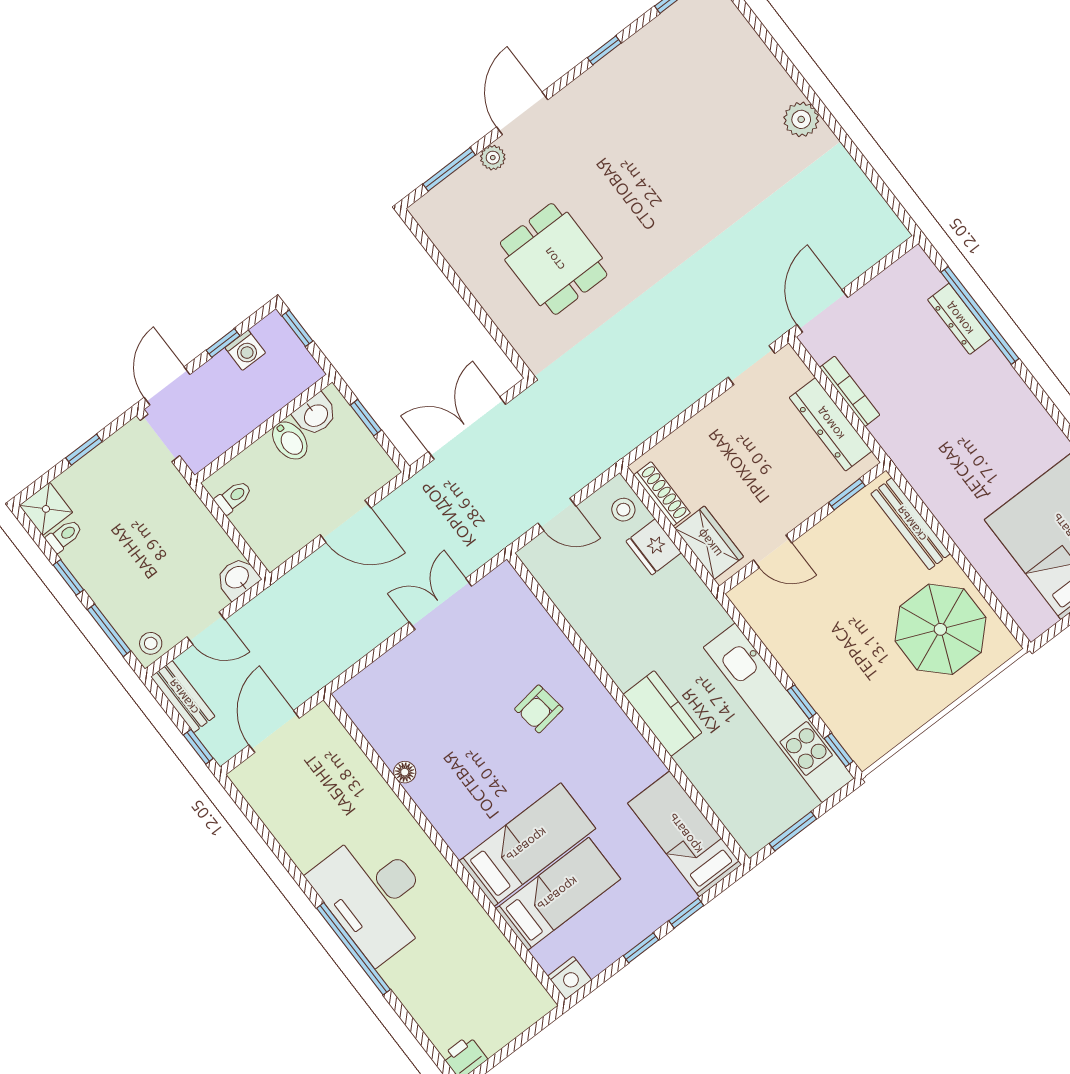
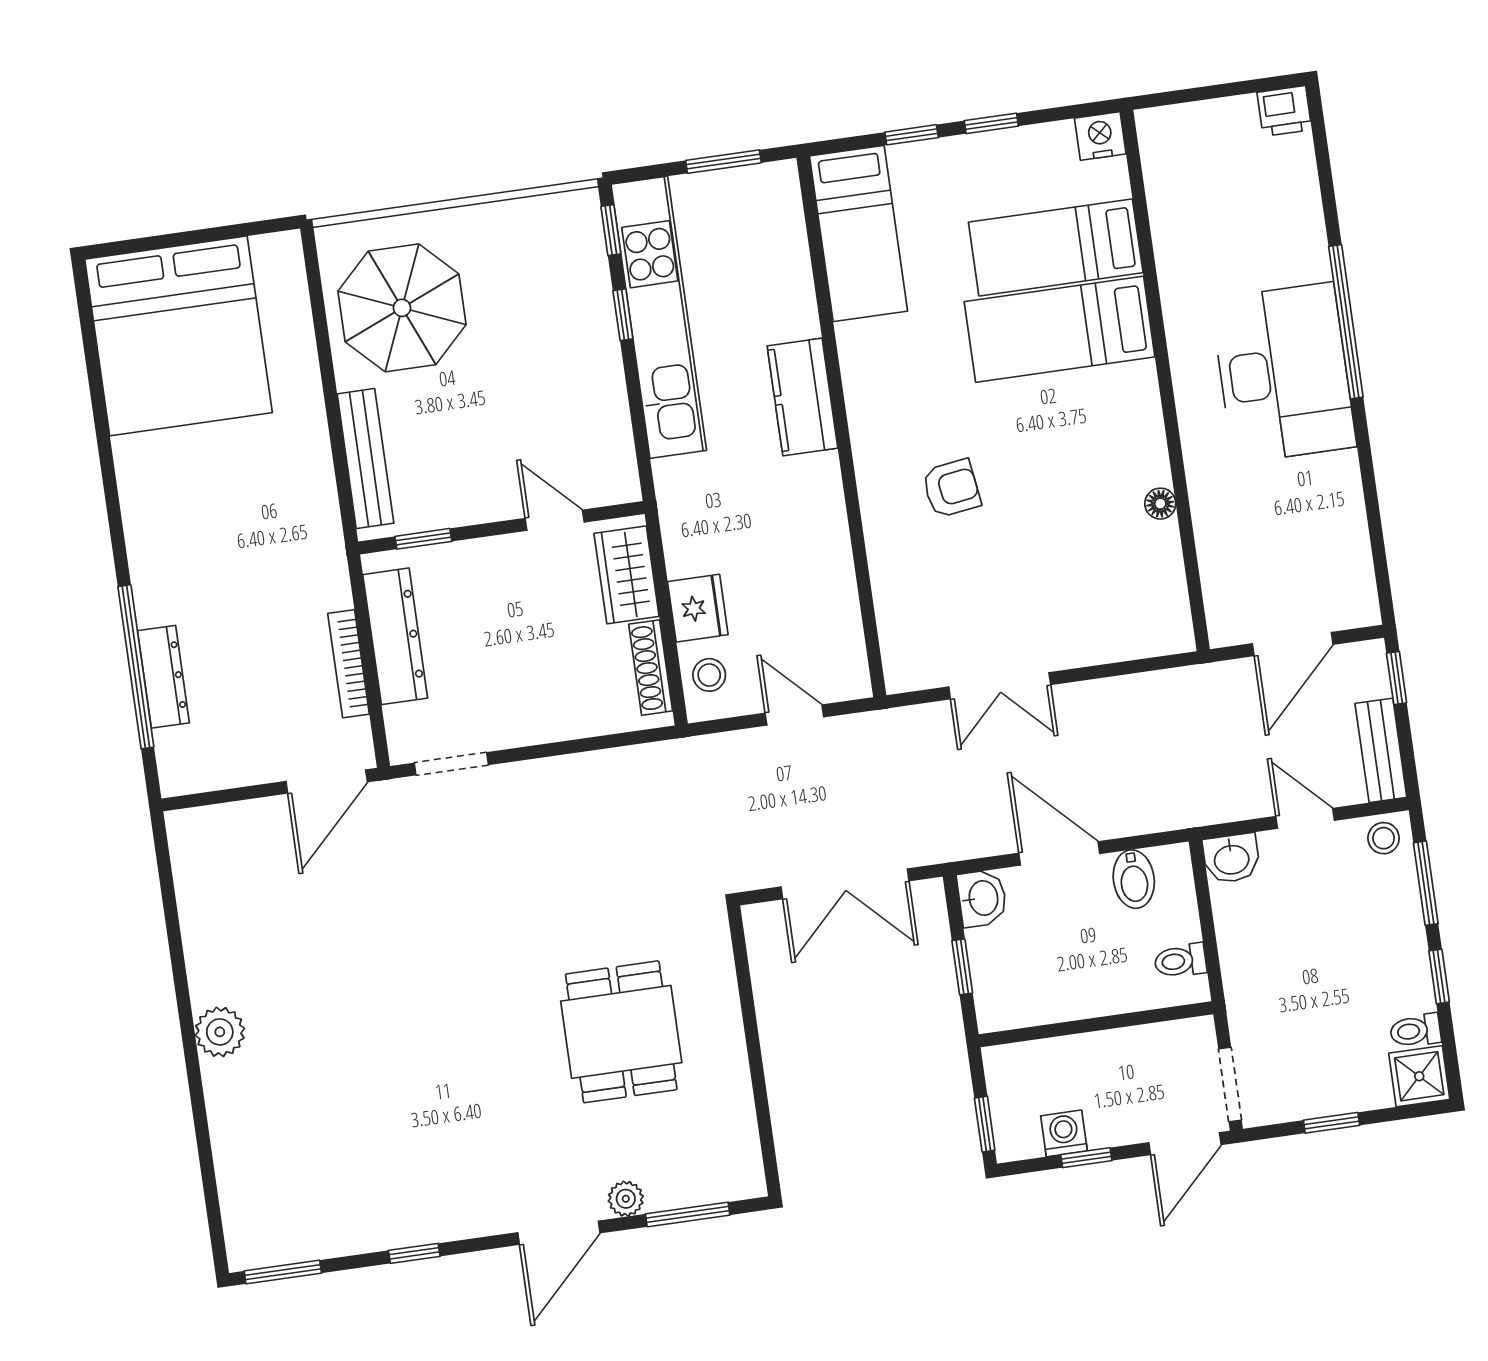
washbasin: (315, 415) -> (982, 898), moved, turned 90
bidet: (290, 440) -> (1134, 879), moved, turned 180

